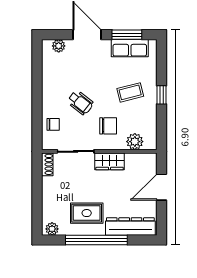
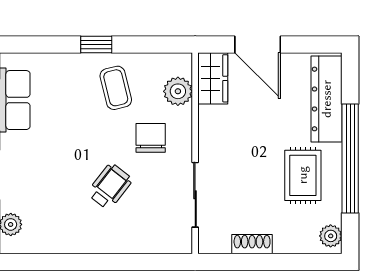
coffee table: (130, 92) -> (116, 88), moved
chair: (53, 124) -> (148, 234), removed
wardrobe: (110, 161) -> (213, 78), moved
shoe rack: (47, 164) -> (252, 244), moved

